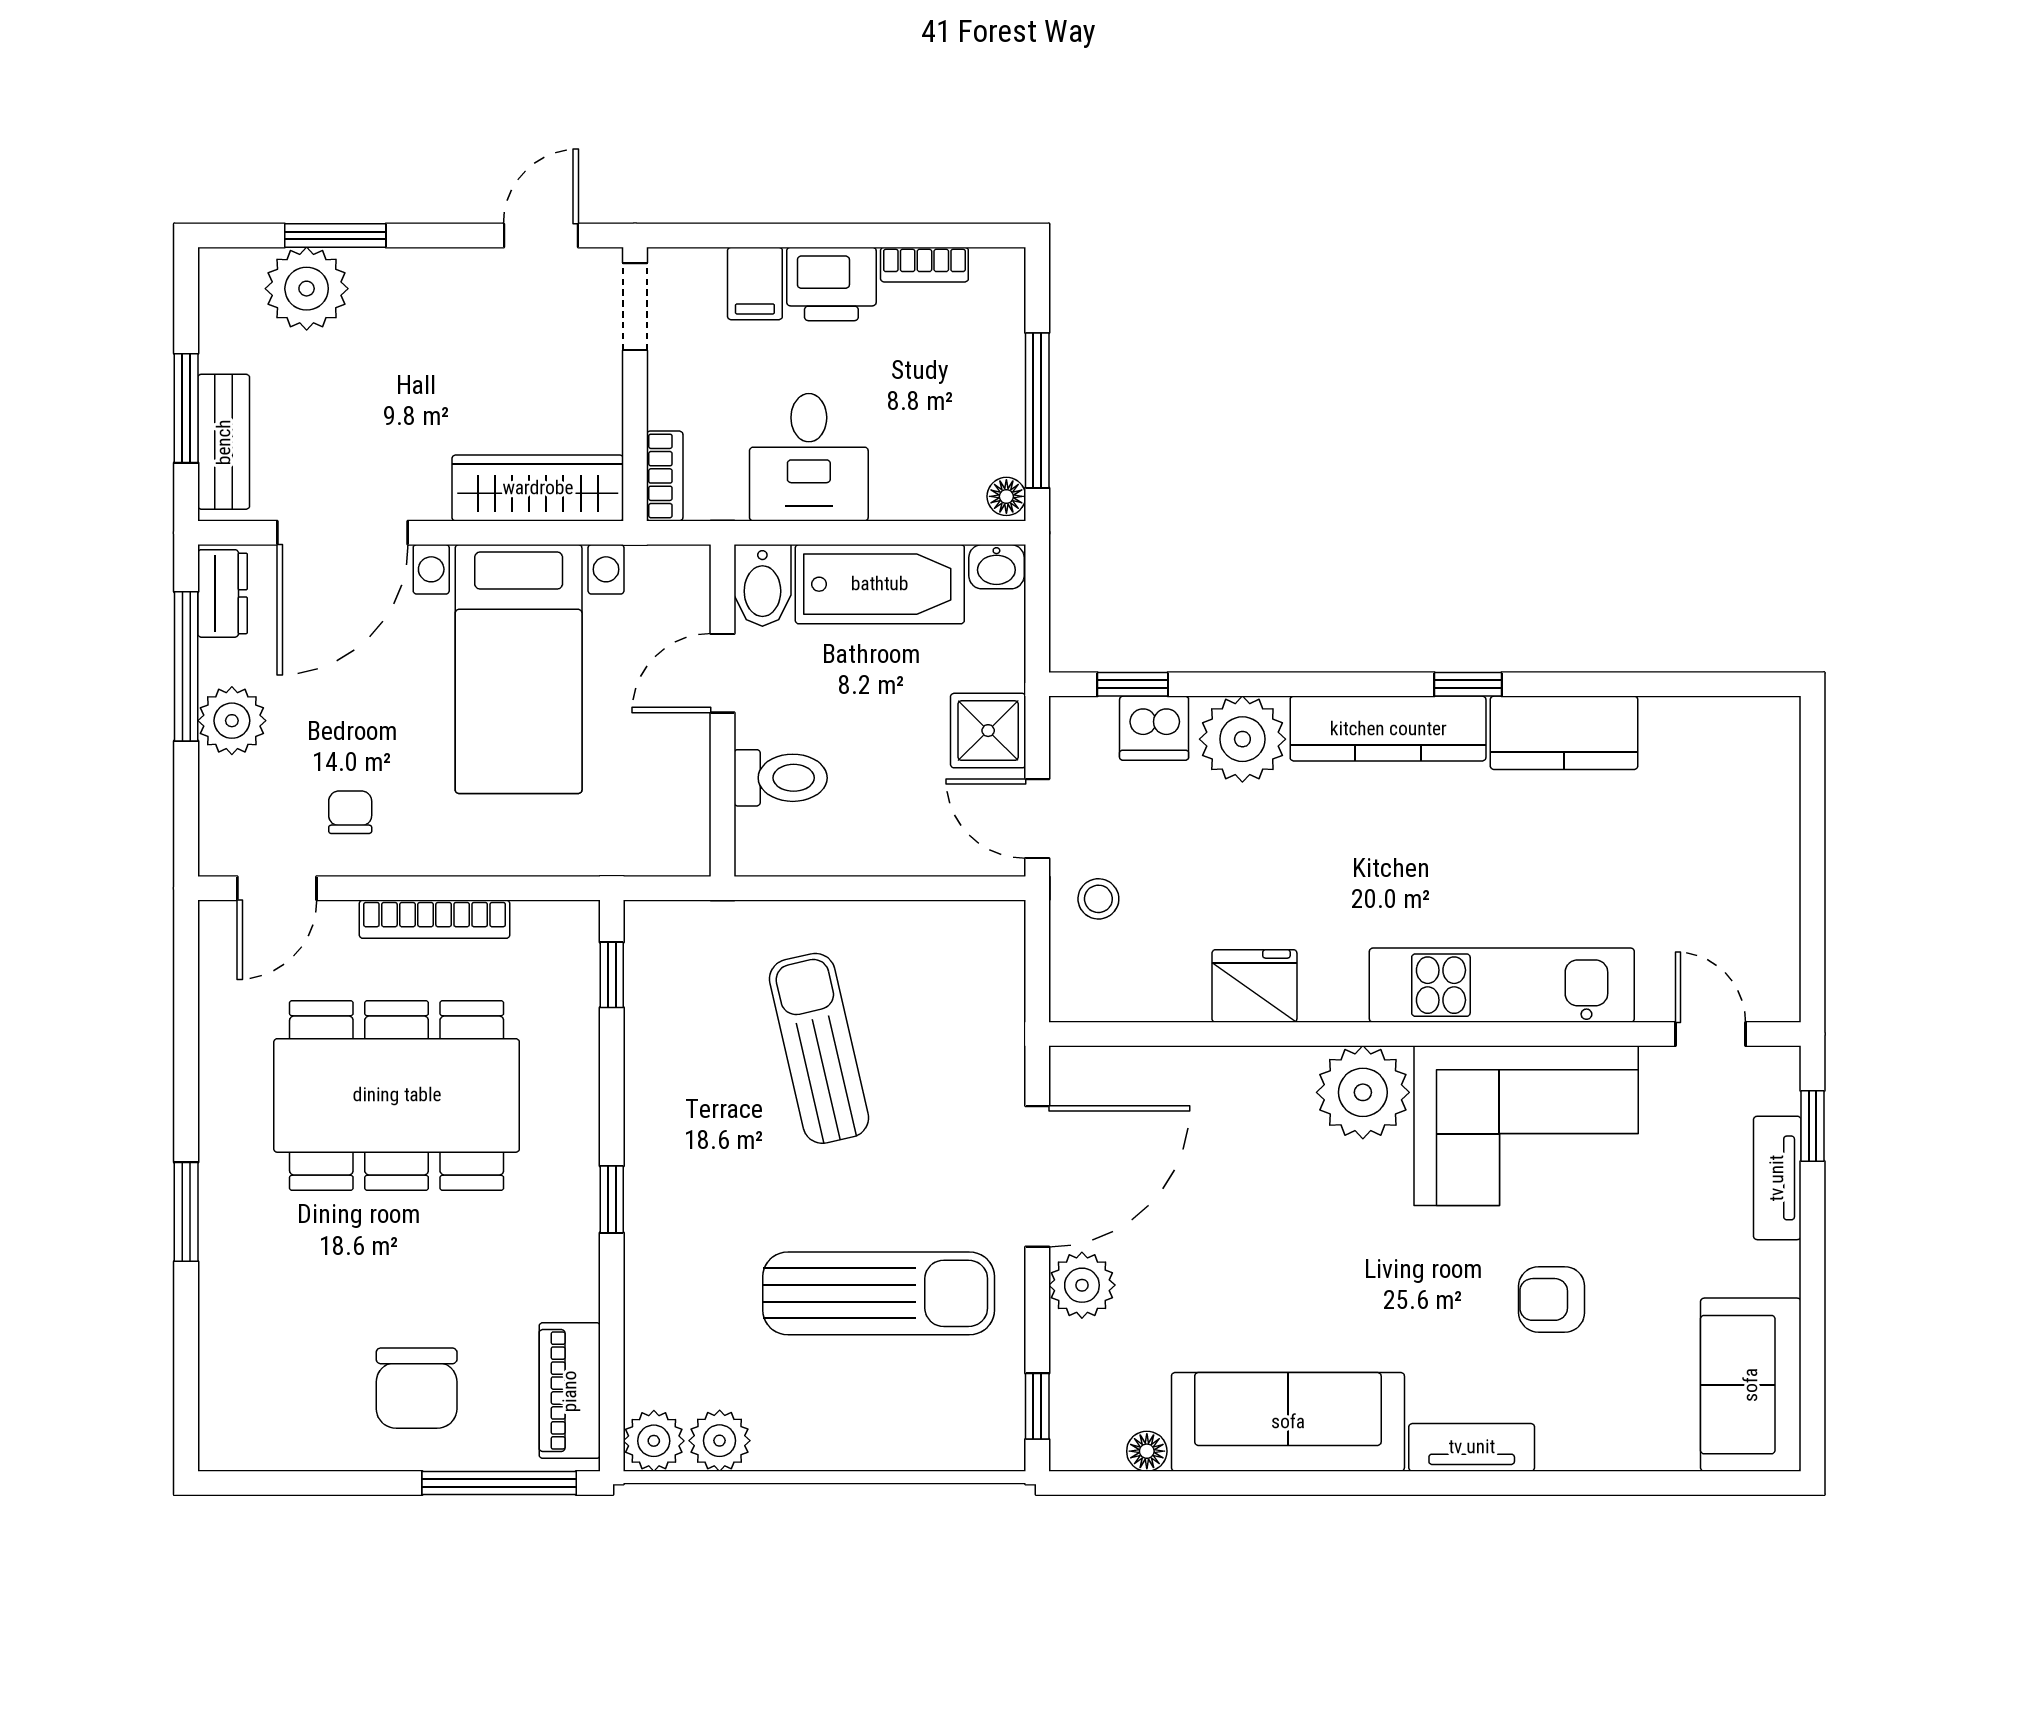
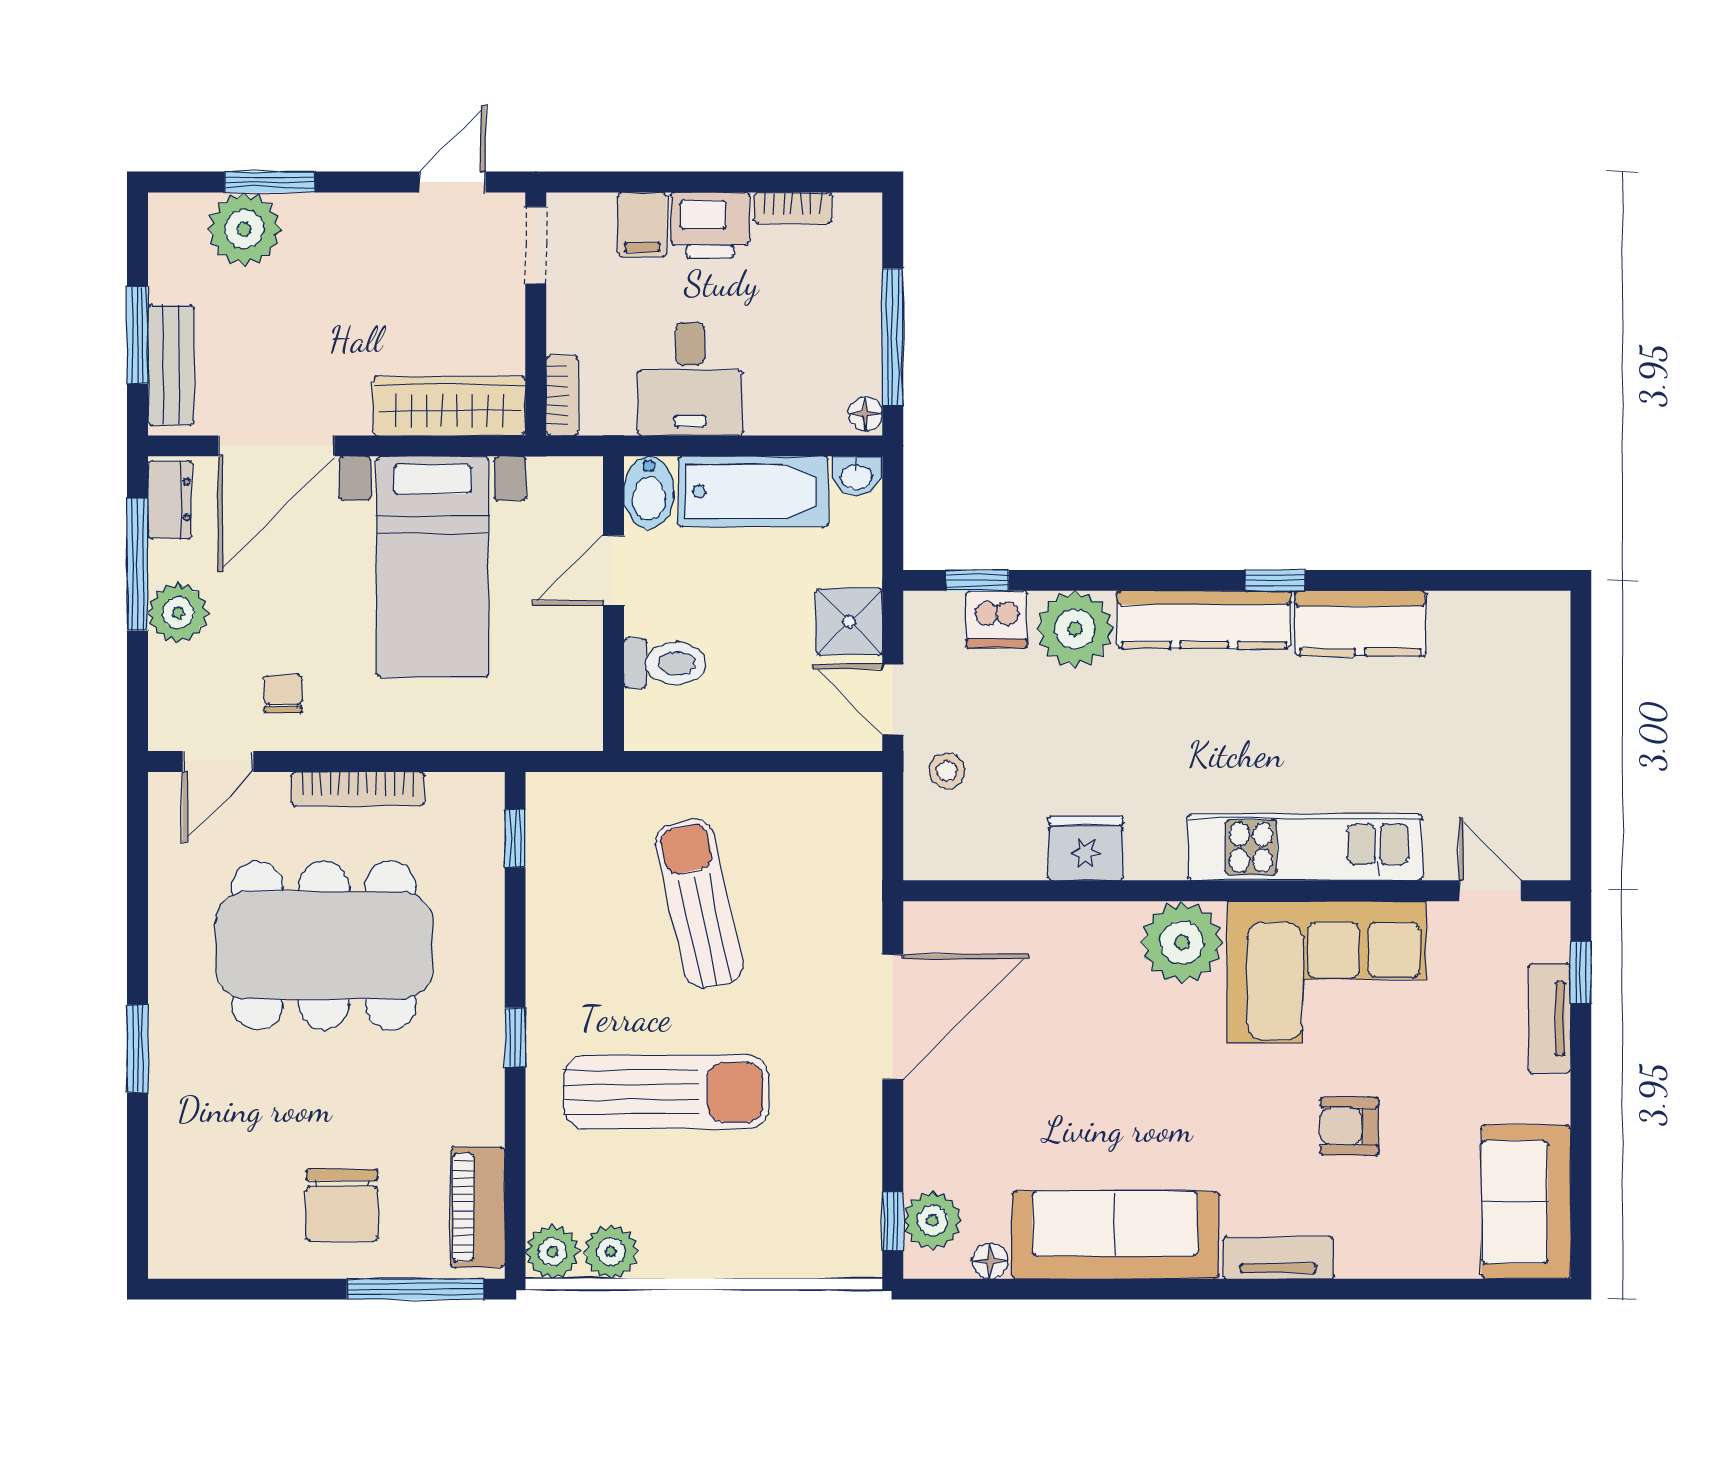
plant: (1082, 1285) -> (932, 1220), moved
sun lounger: (879, 1293) -> (666, 1092), moved

